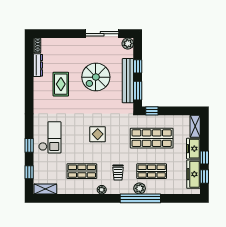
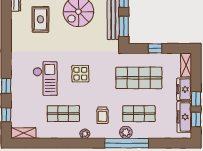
window: (152, 111) -> (155, 48), moved
checkout: (50, 137) -> (45, 79), moved

